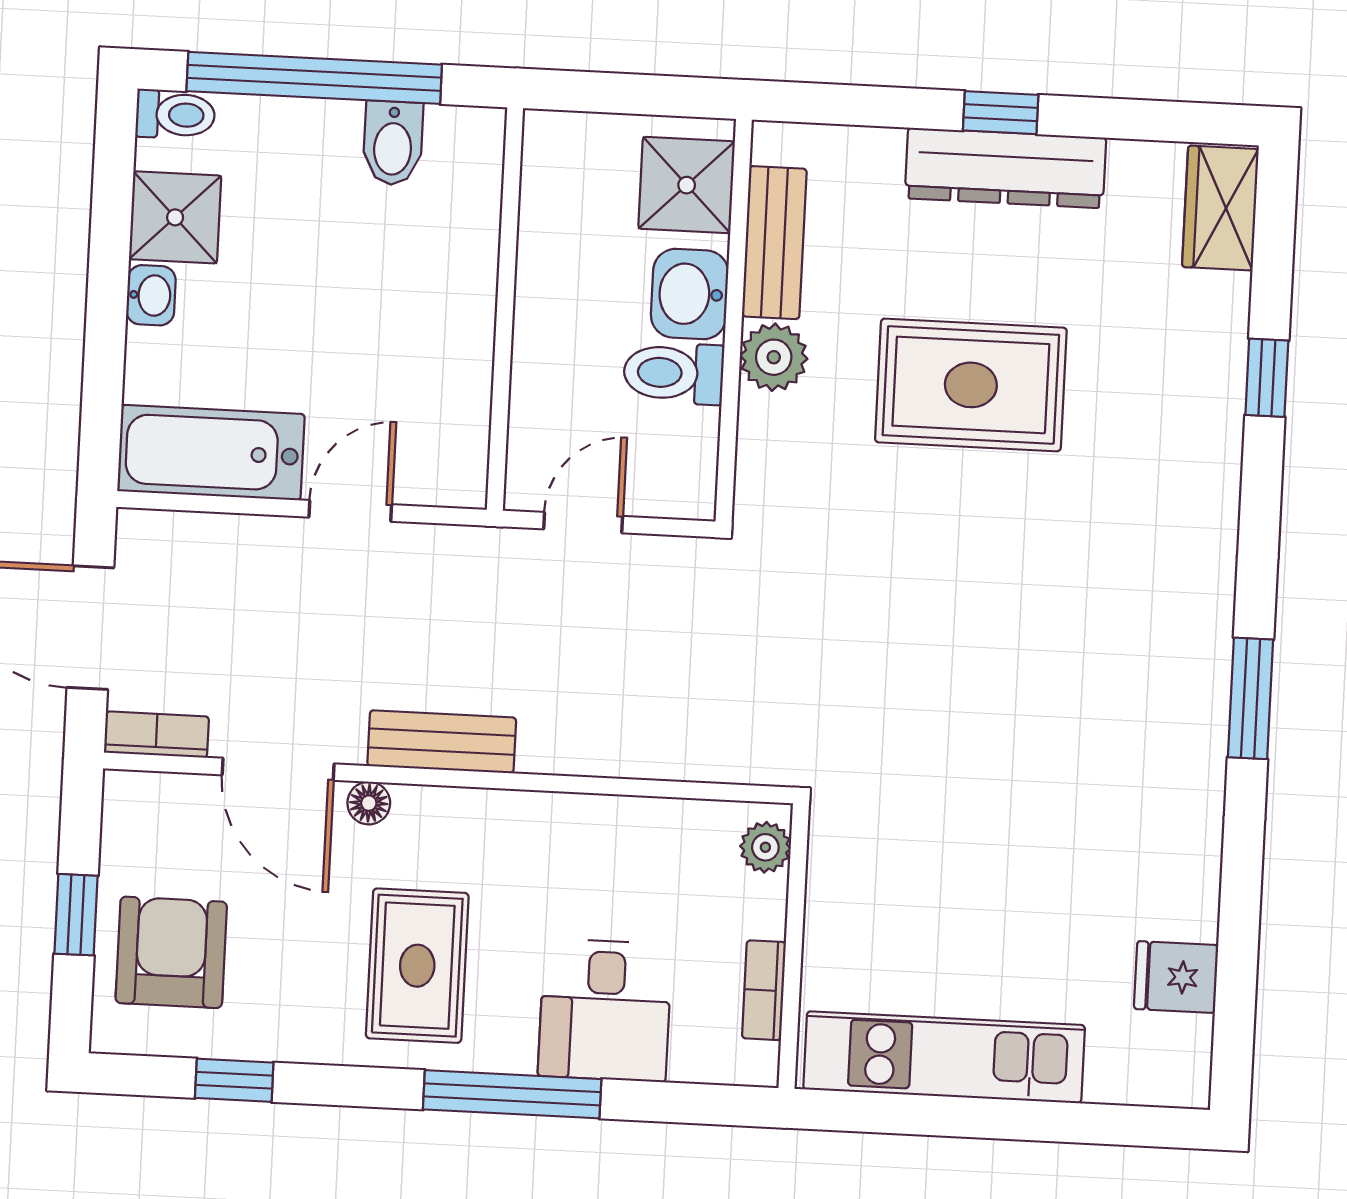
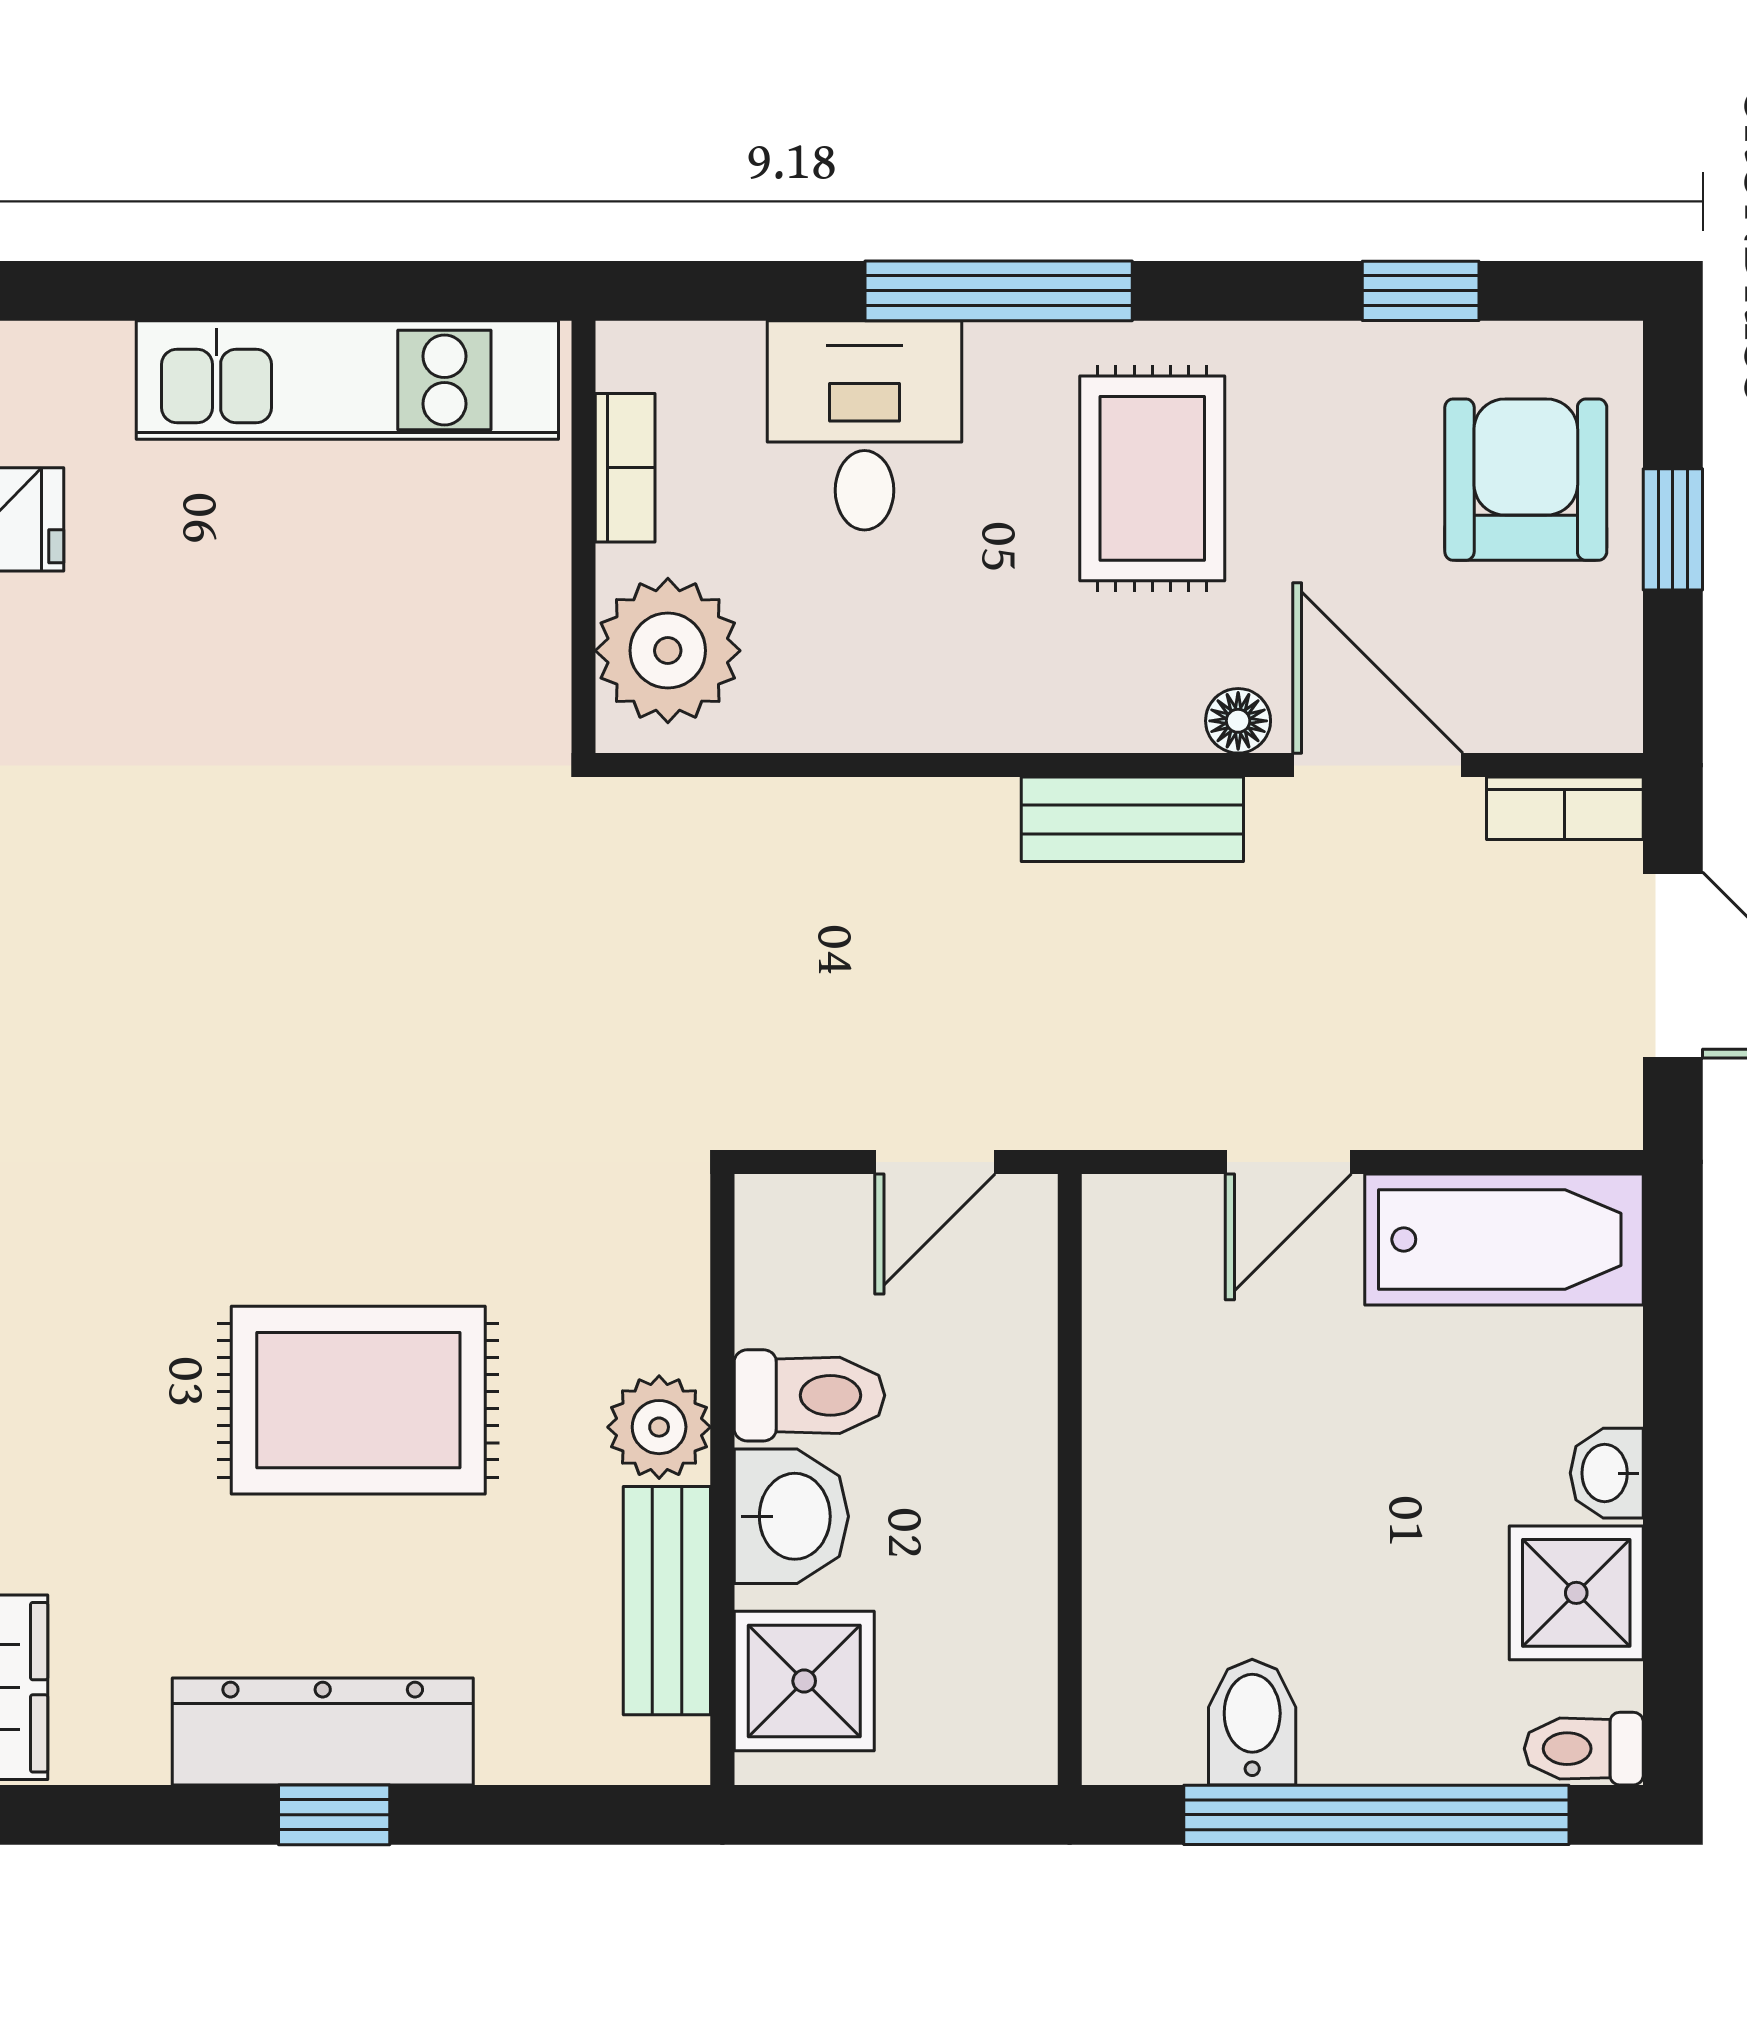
plant: (765, 847) -> (668, 651), width x1.88, depth x1.88
armchair: (171, 952) -> (1526, 480), turned 180

